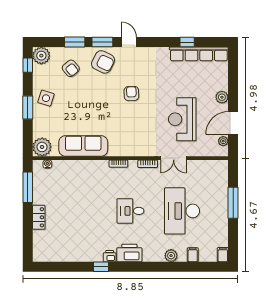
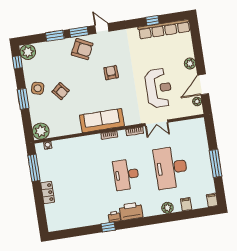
armchair: (71, 68) -> (61, 91), moved
reception desk: (182, 119) -> (159, 88), turned 180
sofa: (83, 146) -> (102, 121), moved
window: (233, 203) -> (216, 163), moved
desk: (130, 211) -> (126, 175), width x1.37

